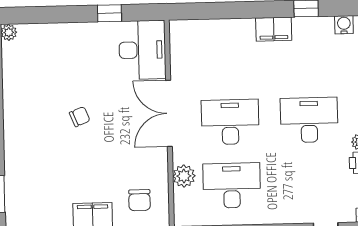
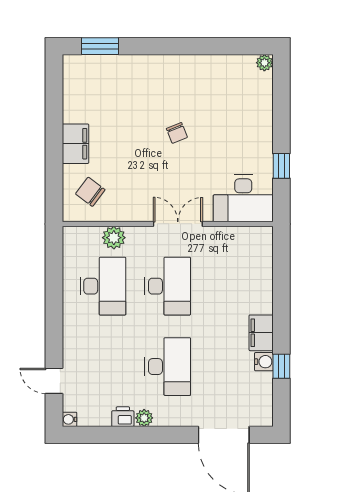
water cooler: (344, 25) -> (264, 362), moved
double door: (169, 113) -> (178, 224), width x0.73
chair: (139, 200) -> (90, 192), turned 37

